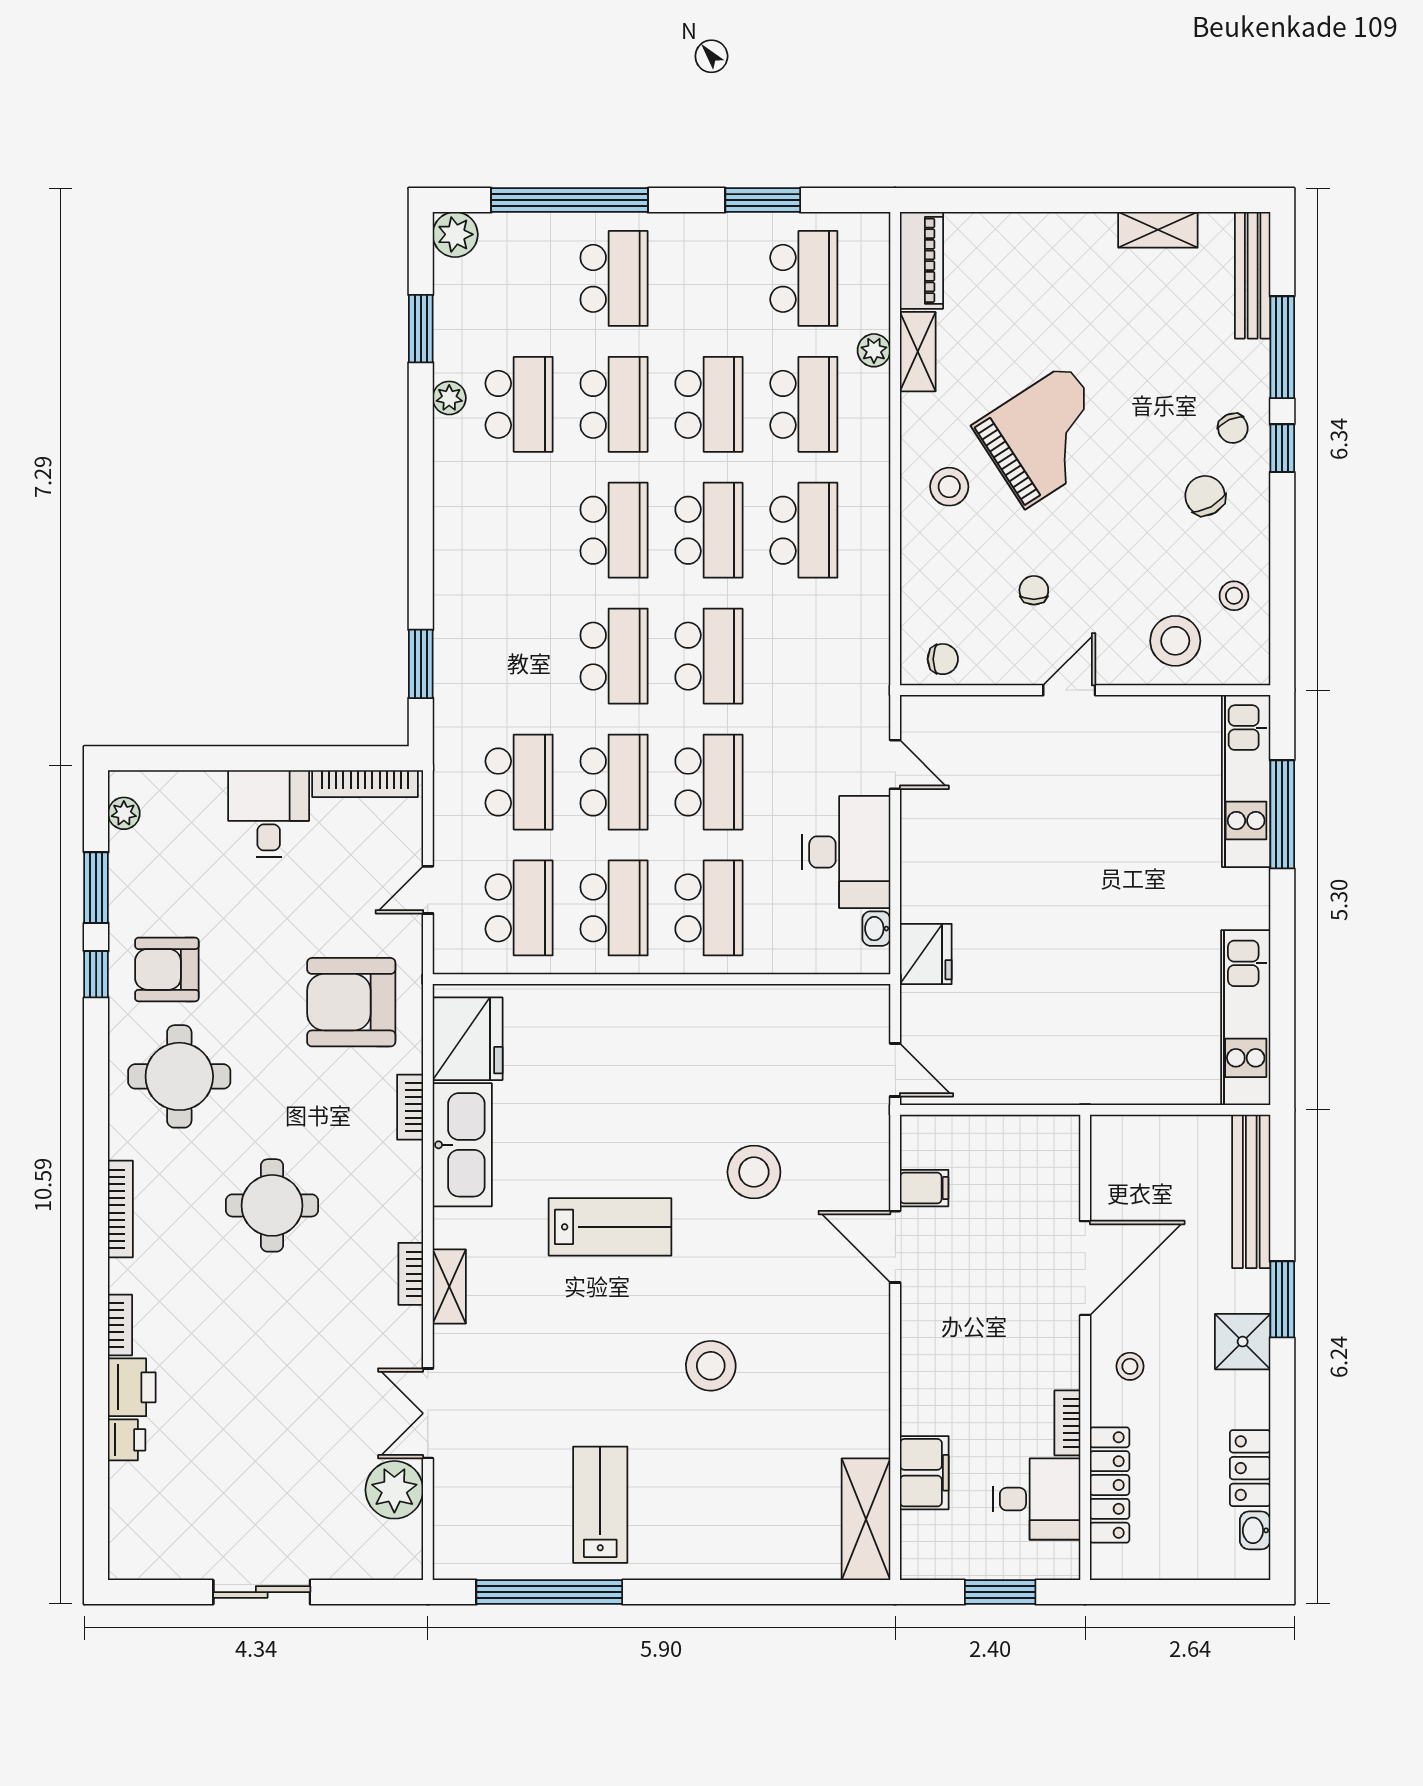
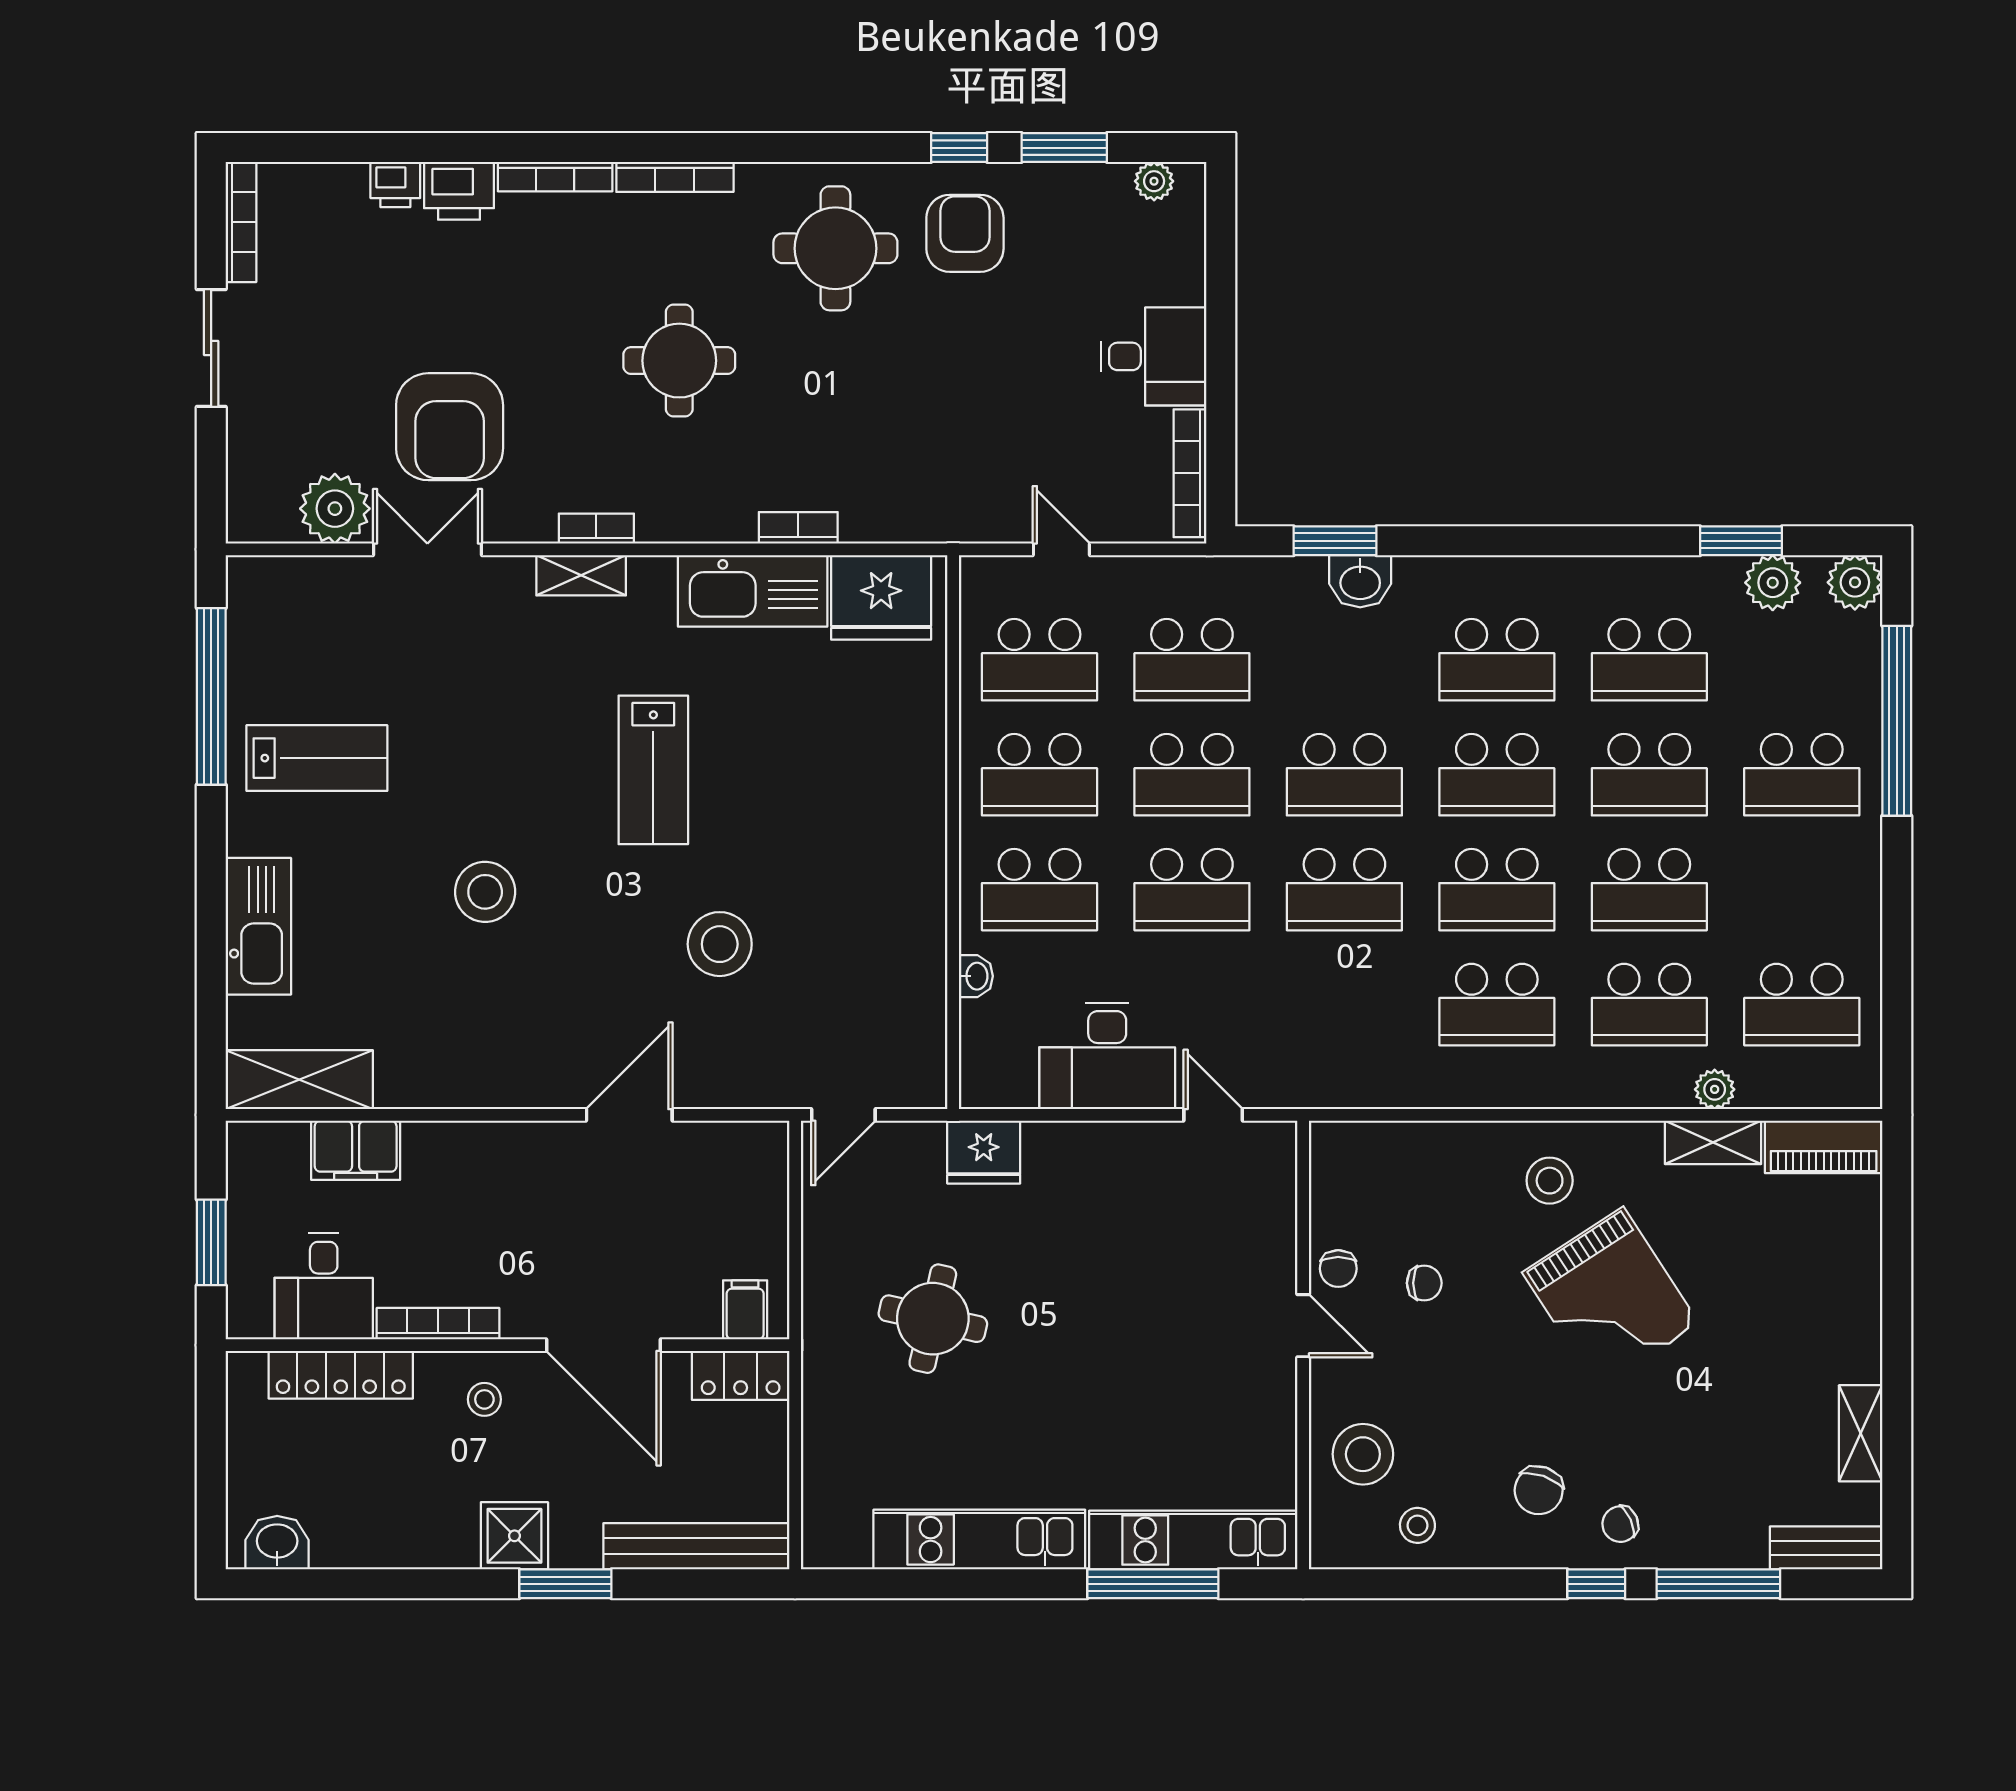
window: (763, 200) -> (1897, 955), removed
bench: (1253, 275) -> (1826, 1548), width x0.73
plant: (449, 398) -> (1773, 583), moved, width x1.38, depth x1.38
chair: (1205, 496) -> (1539, 1490), turned 138
school desk: (519, 530) -> (1497, 660), added
washbasin: (454, 643) -> (1360, 581), added
chair: (943, 659) -> (1338, 1269), moved
door: (895, 764) -> (1213, 1115), swing flipped
washbasin: (876, 929) -> (976, 976), moved, turned 90
round table: (1063, 996) -> (933, 1319), added
armchair: (351, 1002) -> (450, 427), moved, turned 180
kitchen unit: (1246, 1018) -> (979, 1540), moved
filing cabinet: (924, 1188) -> (745, 1310), moved, turned 180
bookcase: (120, 1325) -> (555, 177), width x1.56
bookcase: (1067, 1423) -> (438, 1324), width x1.56
locker: (1250, 1468) -> (741, 1375), moved, turned 180
washbasin: (1255, 1530) -> (277, 1543), width x1.38, depth x1.45
kitchen sink: (739, 1553) -> (258, 926), added
bookcase: (158, 1567) -> (241, 222), added

